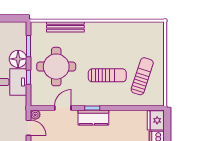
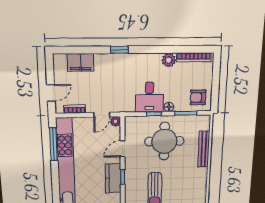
armchair: (13, 35) -> (198, 97), added
floor lamp: (18, 59) -> (169, 107), width x0.53, depth x0.53
door: (63, 108) -> (123, 149), swing flipped

